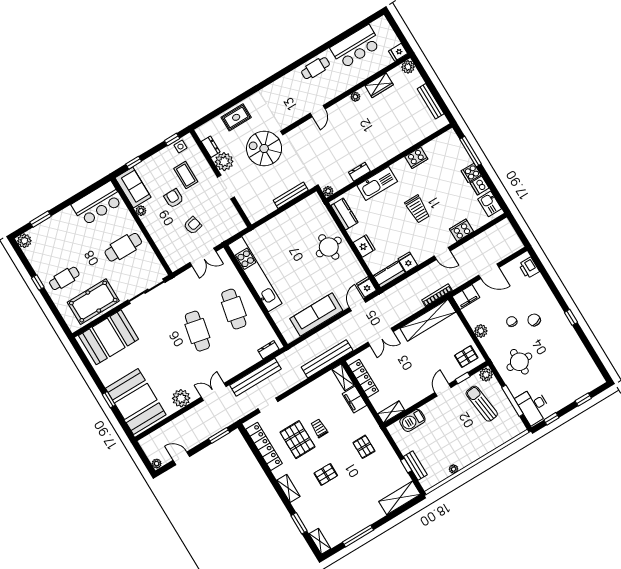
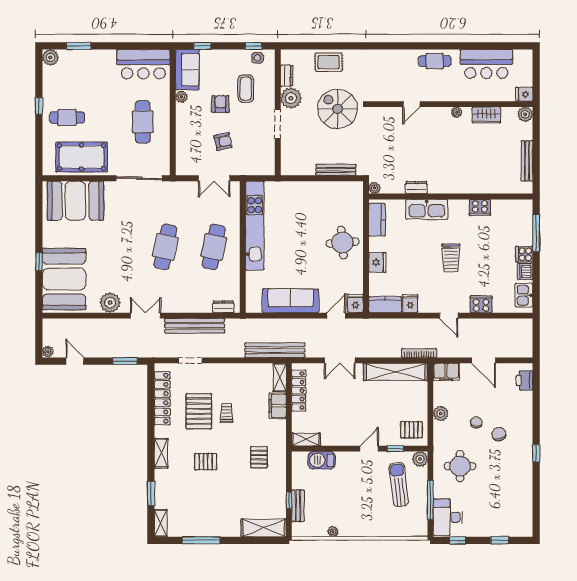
cafe table: (123, 247) -> (143, 122), turned 90

